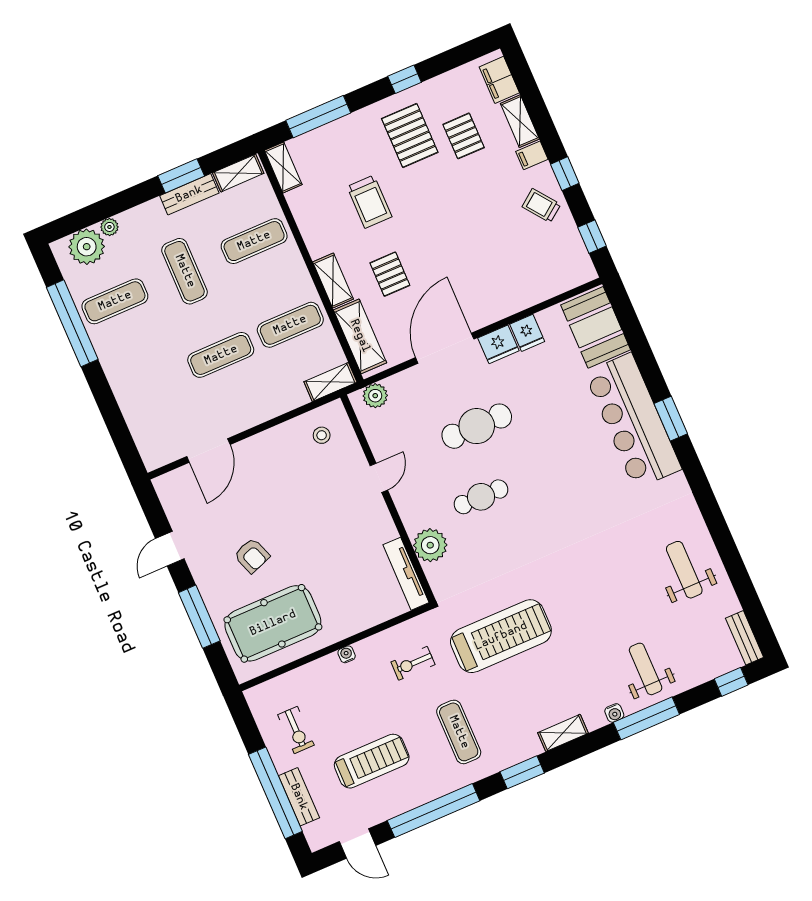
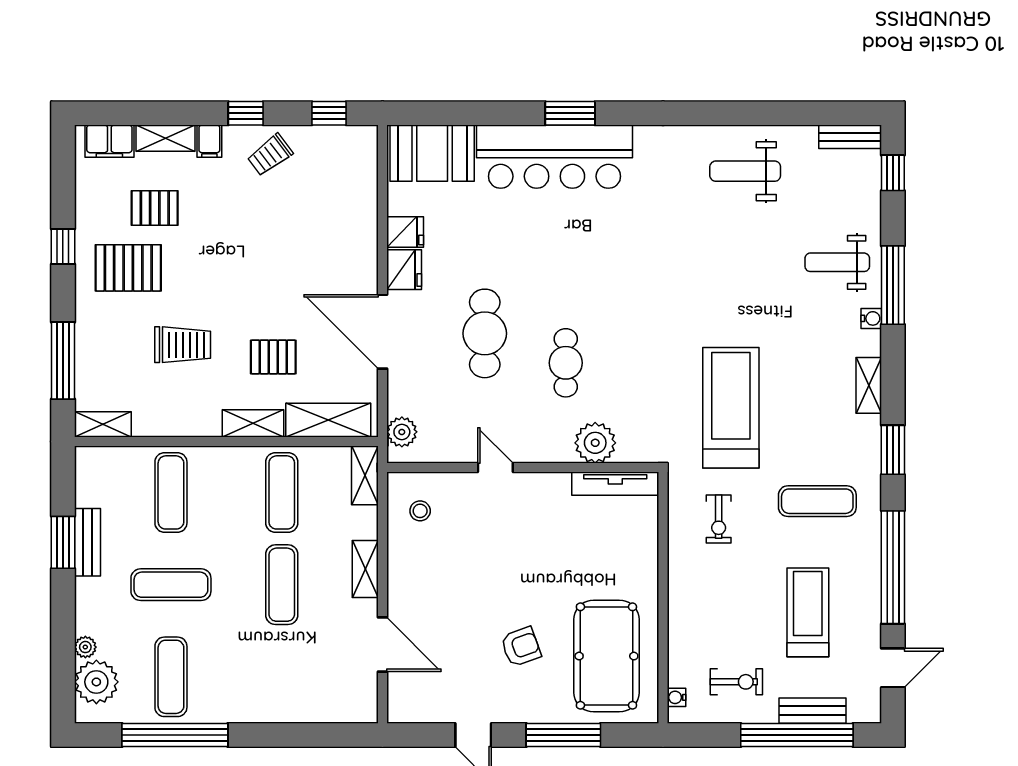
shelving: (238, 173) -> (365, 569), moved
water cooler: (347, 654) -> (677, 697), moved

